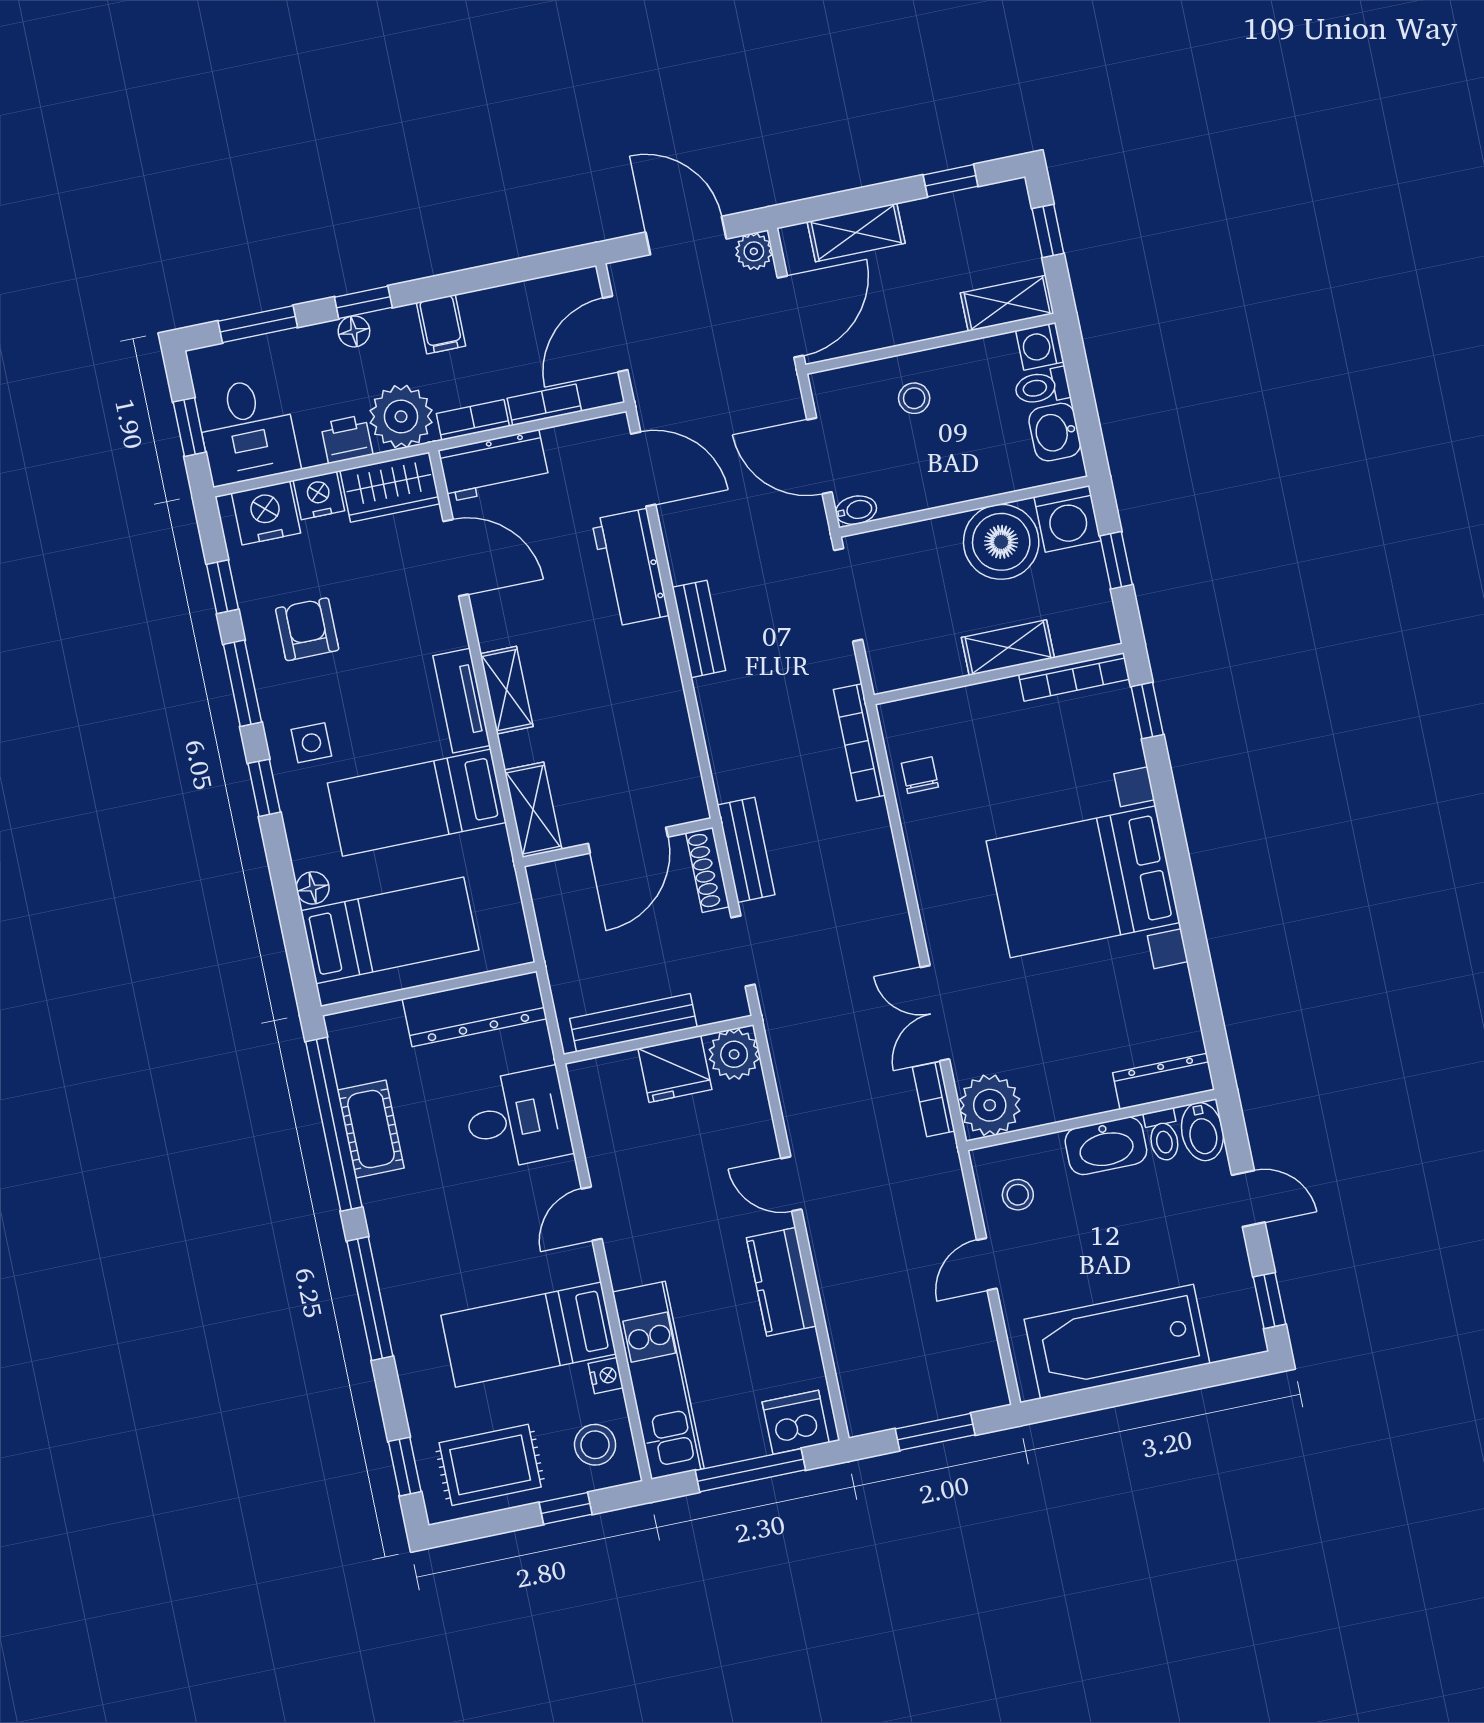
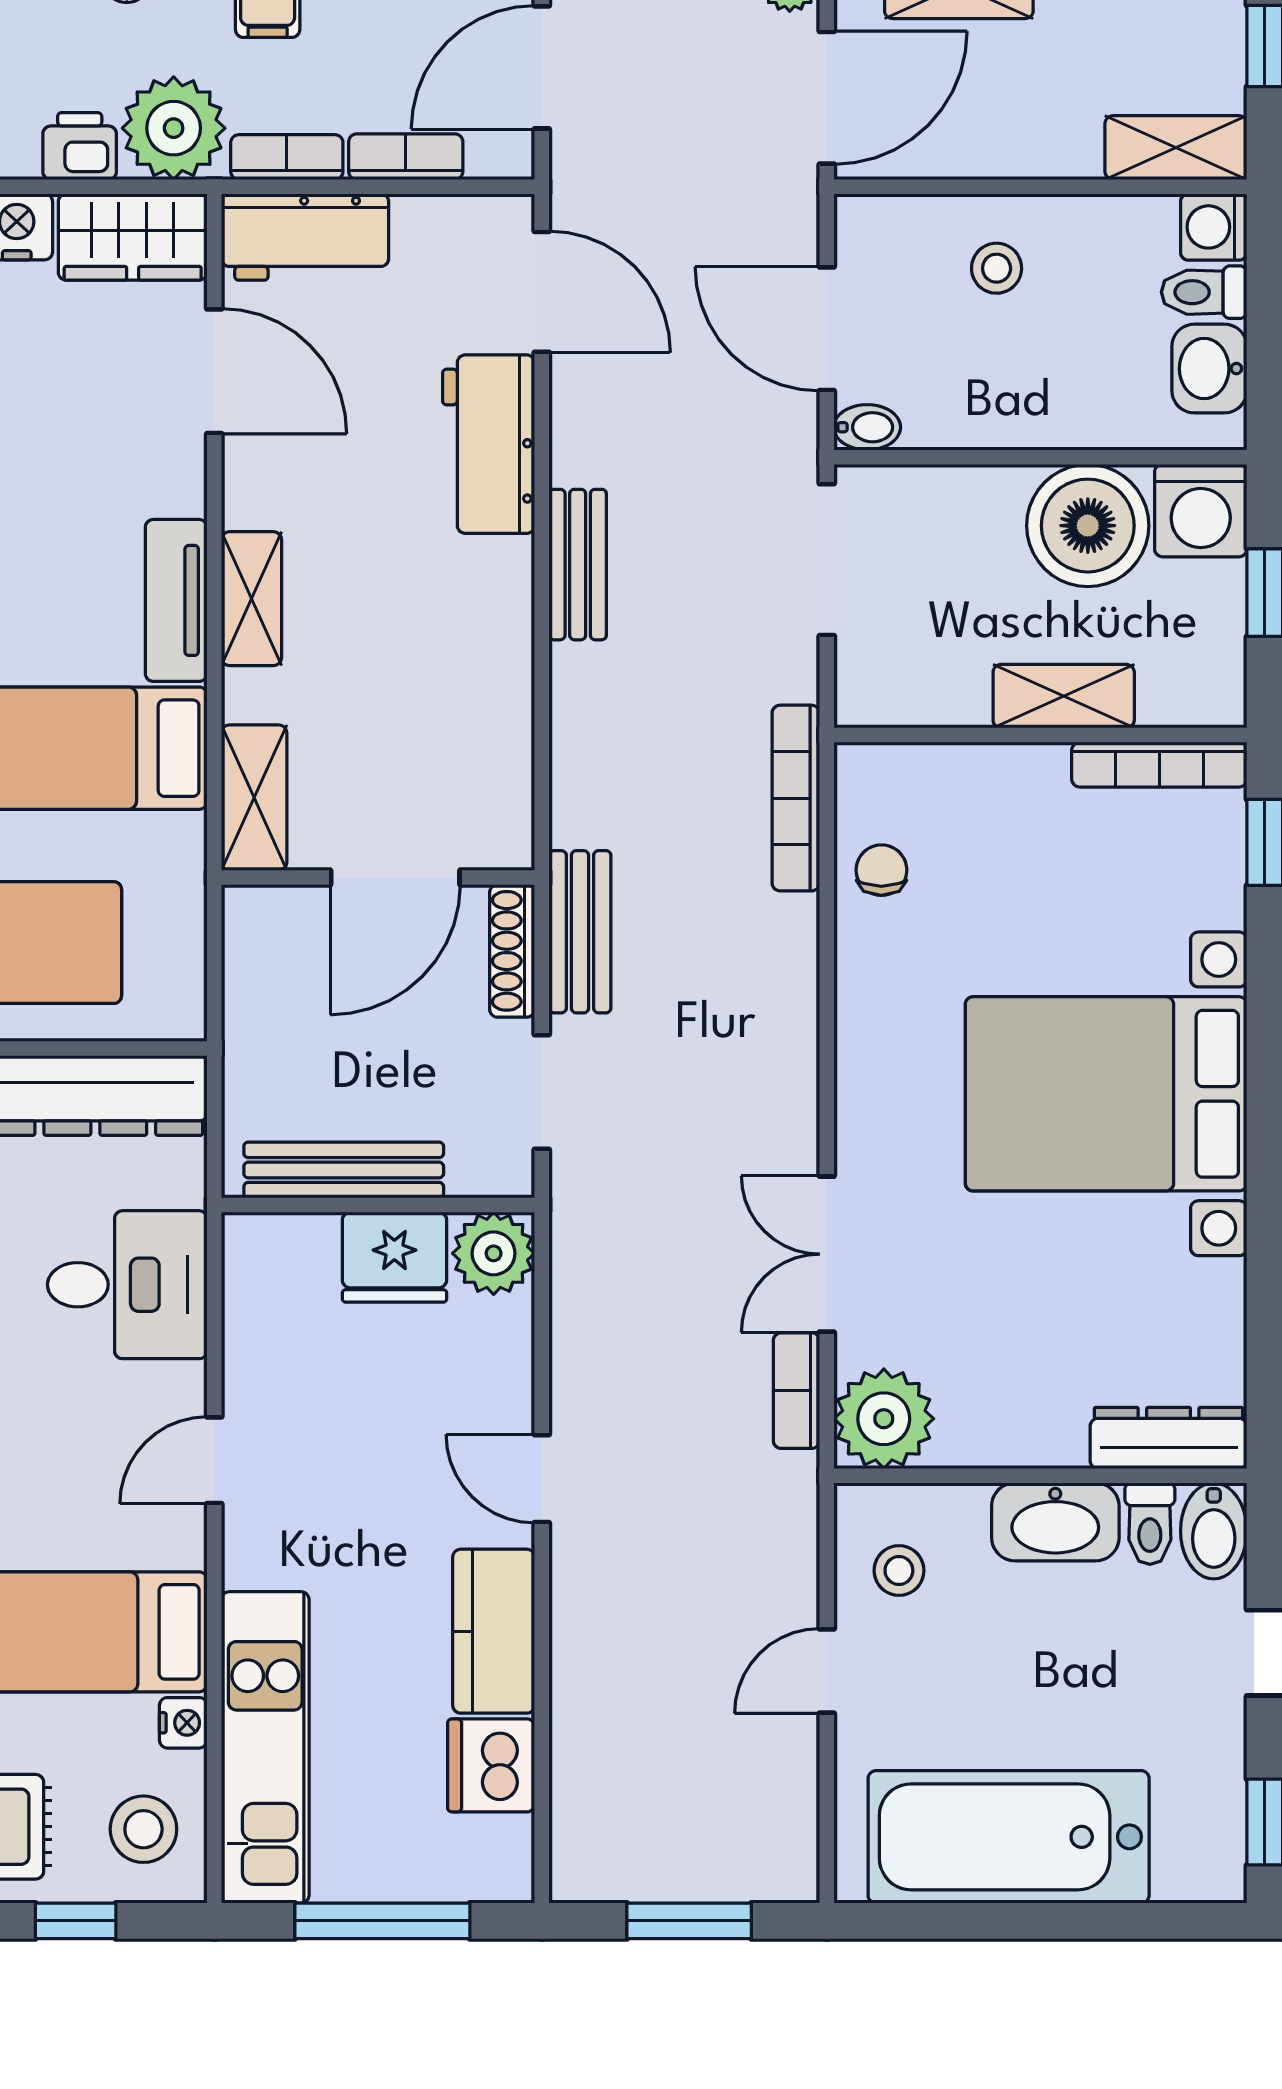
dishwasher: (796, 1422) -> (491, 1765), moved, turned -90

